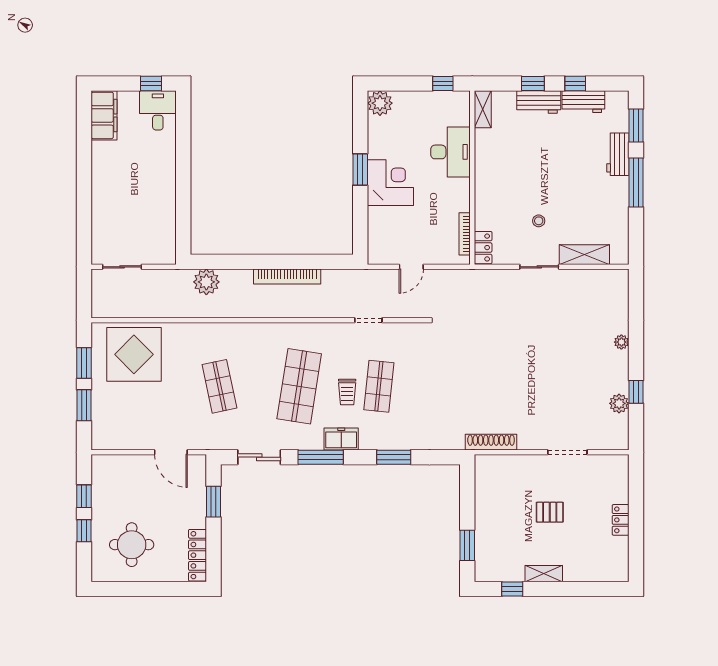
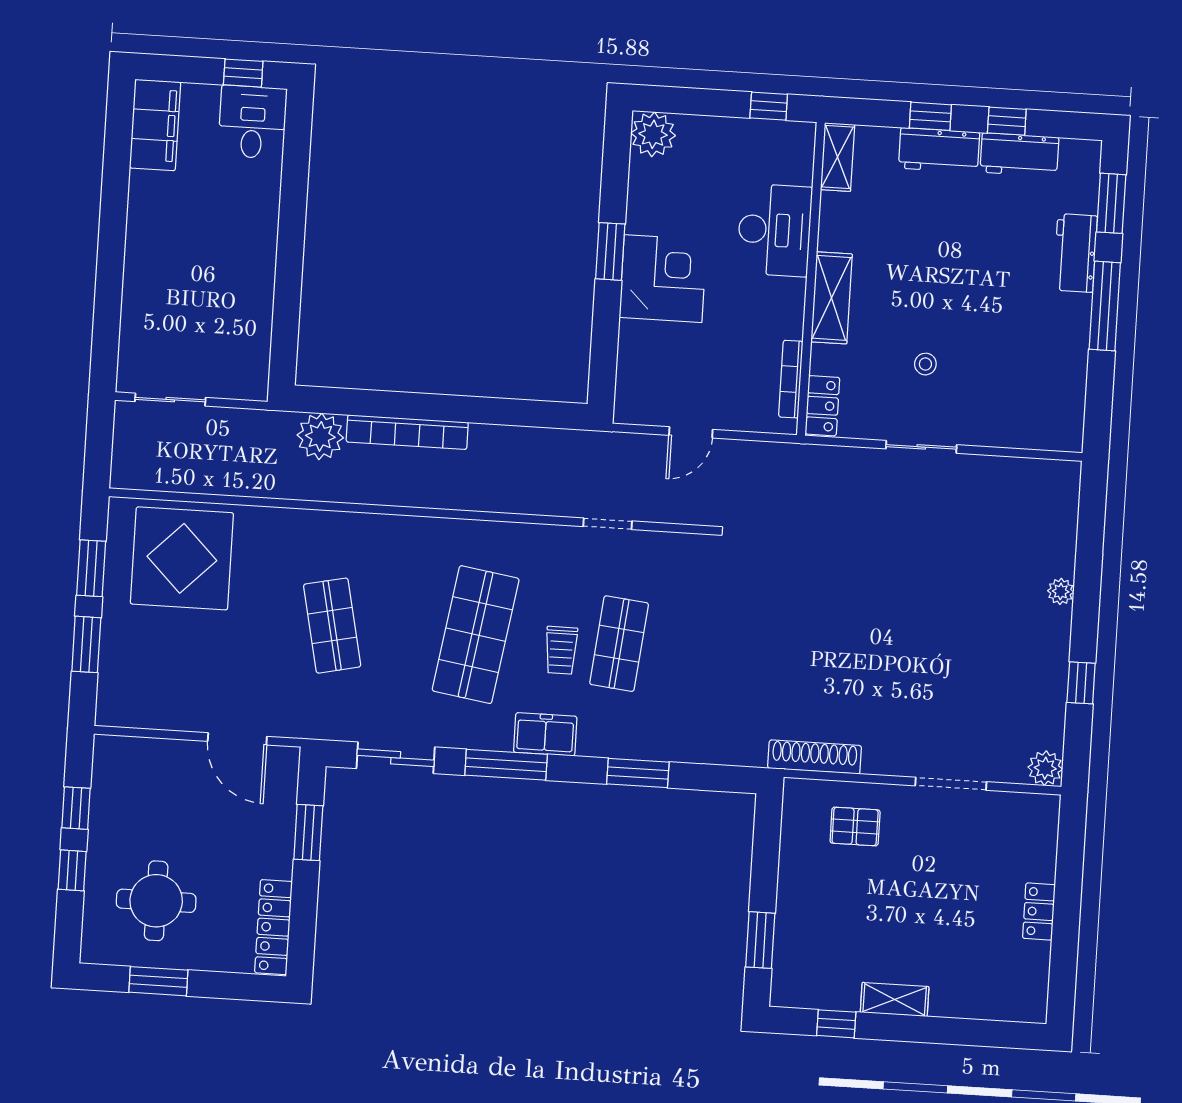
shelving: (584, 255) -> (832, 298), moved, turned 90
bookcase: (287, 277) -> (407, 432), moved
plant: (619, 403) -> (1045, 768), moved
pallet: (550, 512) -> (855, 826), moved
window: (136, 589) -> (158, 981), added

